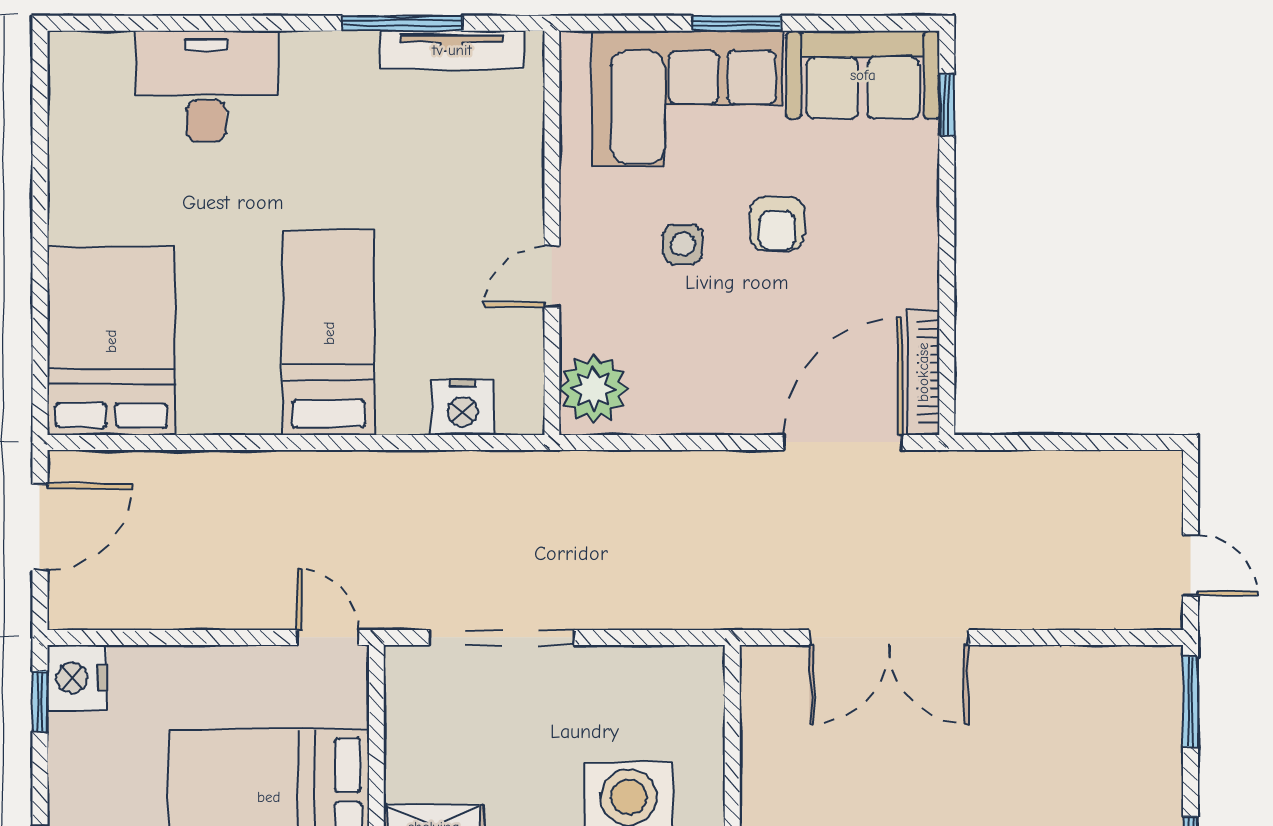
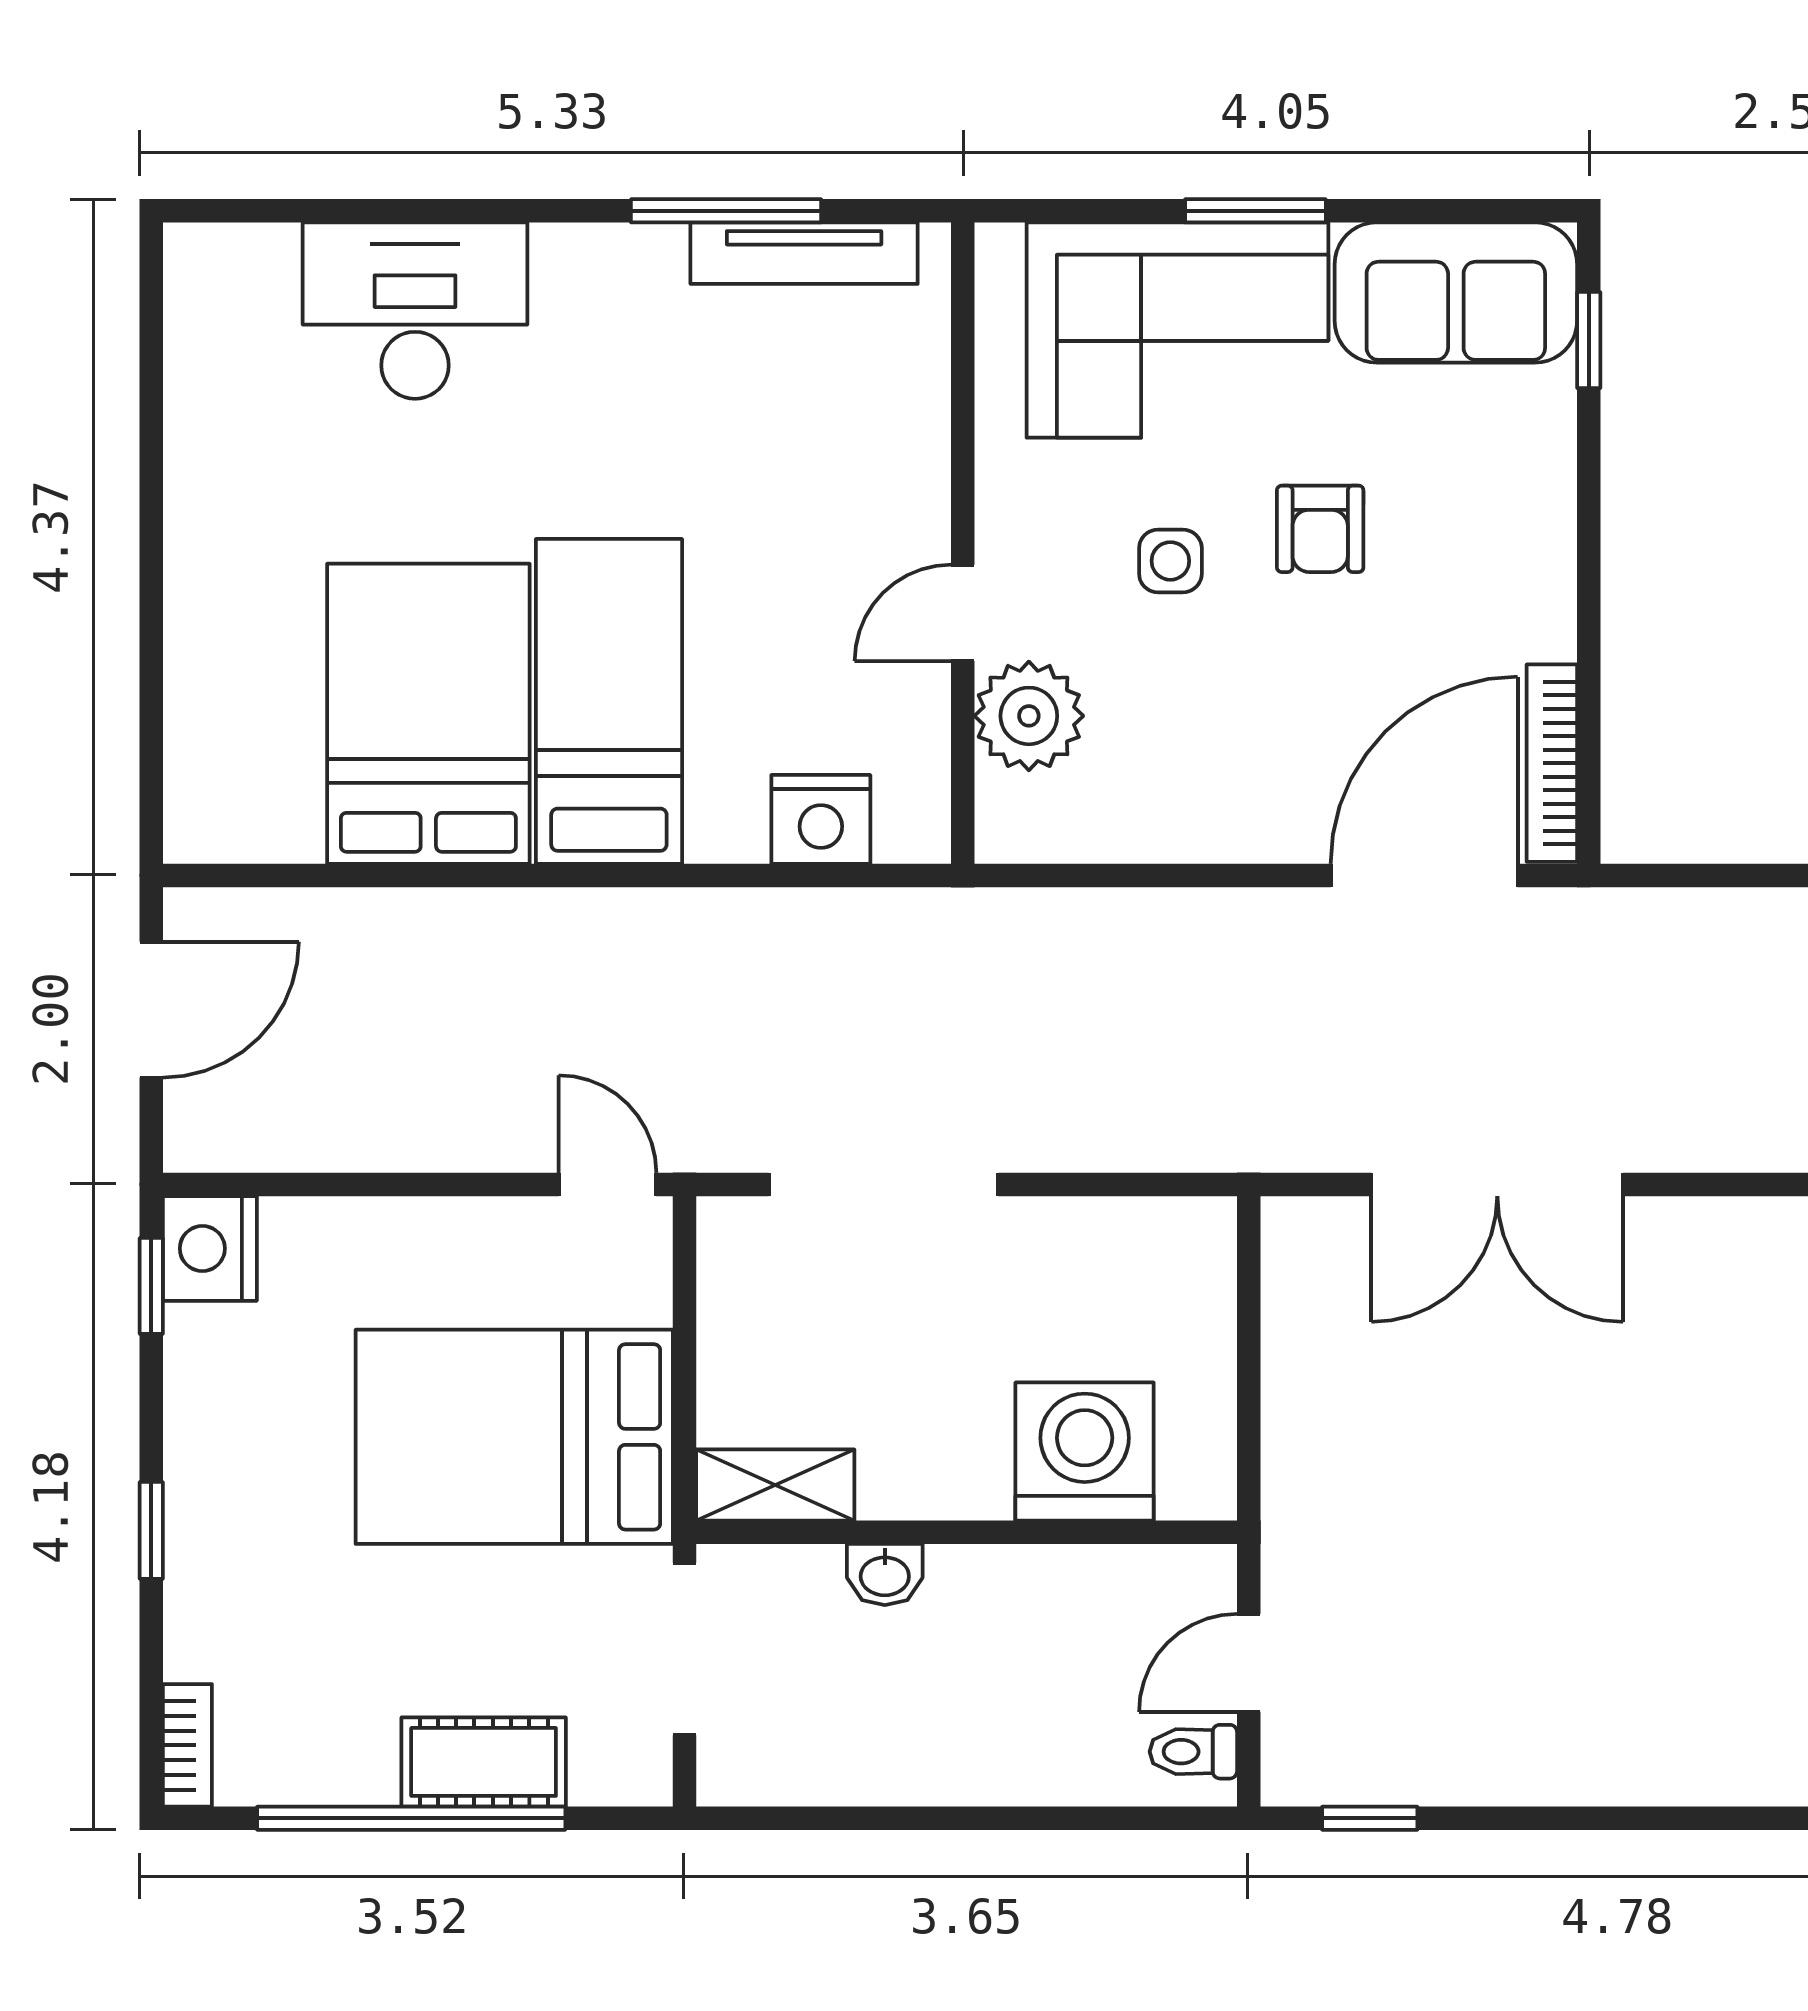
bed: (111, 341) -> (428, 714), moved
plant: (594, 389) -> (1029, 716), moved

